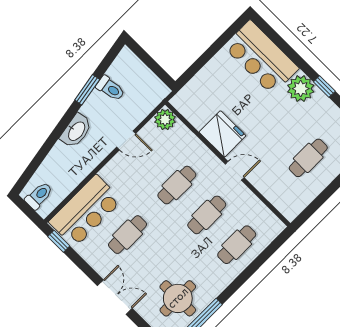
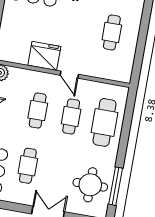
door: (235, 171) -> (69, 75), swing flipped
cafe table: (237, 245) -> (104, 122), width x1.37, depth x1.35

